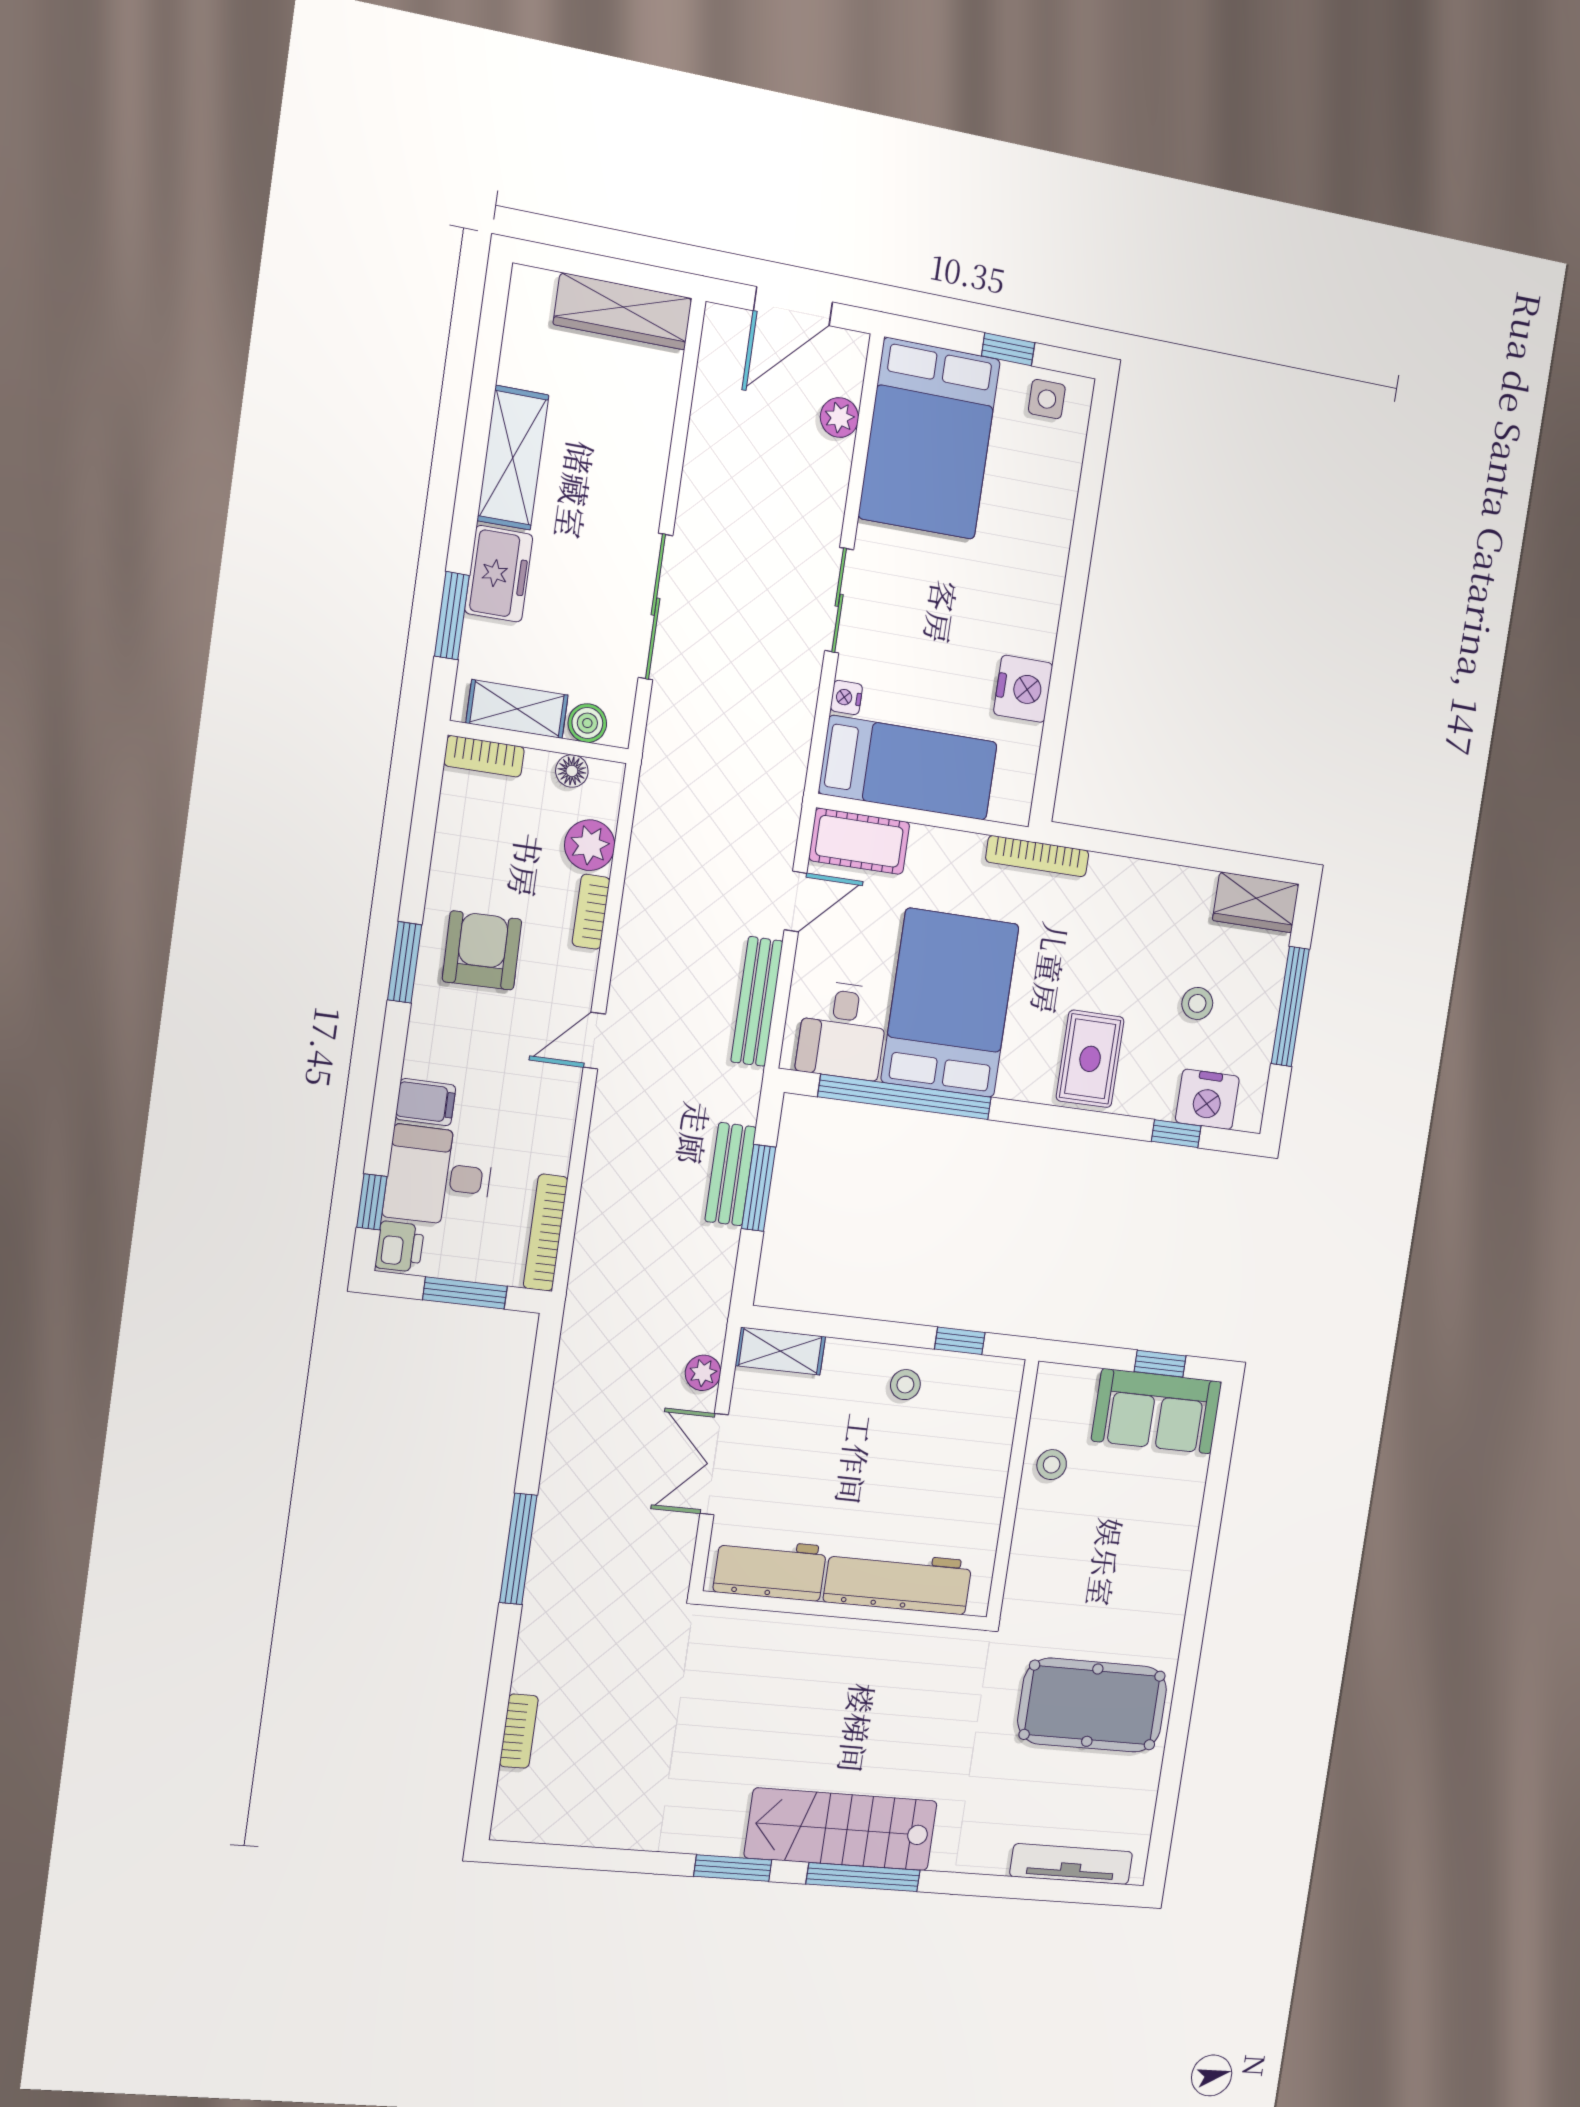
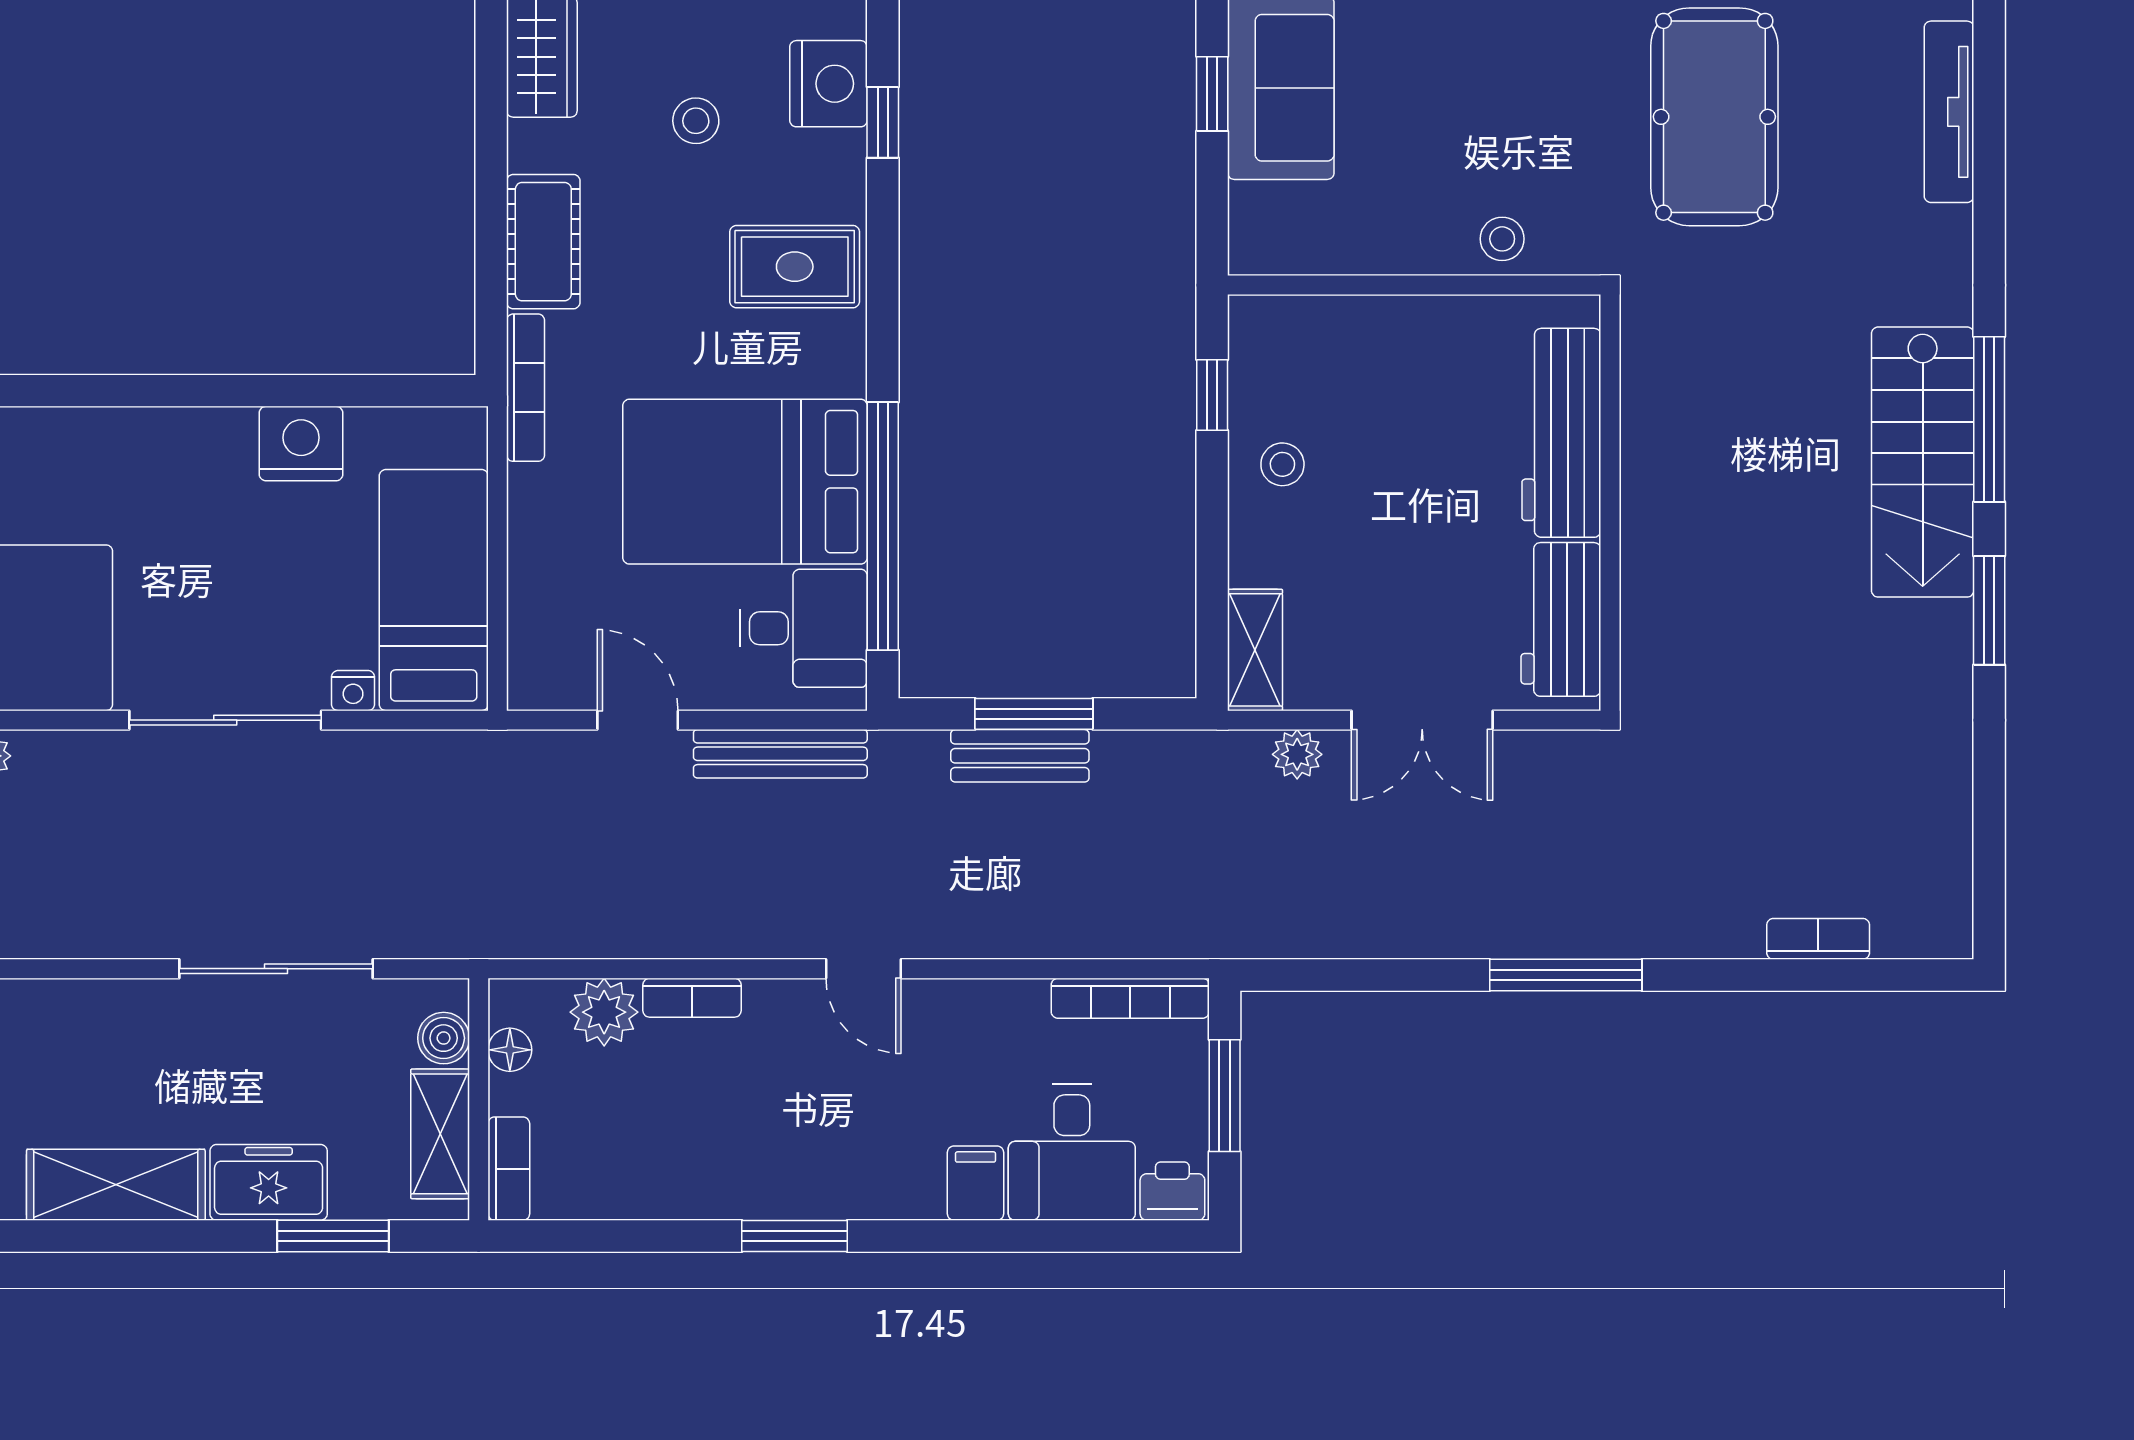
sliding door: (839, 600) -> (225, 720), width x1.37
cot: (859, 841) -> (543, 242), moved
armchair: (482, 950) -> (764, 1136), removed
window: (372, 1202) -> (1117, 1236), removed
stool: (1052, 1465) -> (1502, 239), moved

